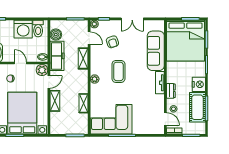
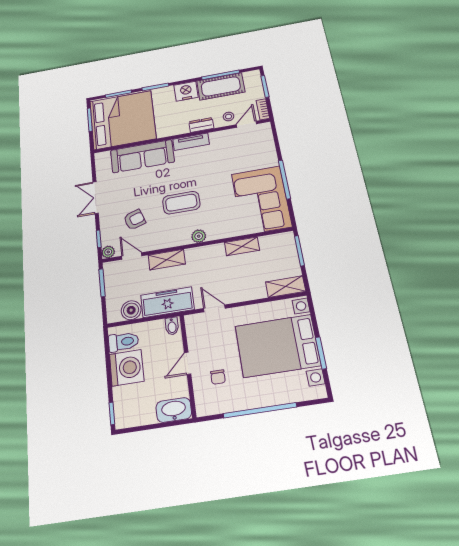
double door: (132, 19) -> (96, 198), swing flipped
door: (89, 38) -> (132, 256), hinge flipped
plant: (42, 70) -> (195, 324), removed
shelving: (55, 101) -> (286, 287), moved

